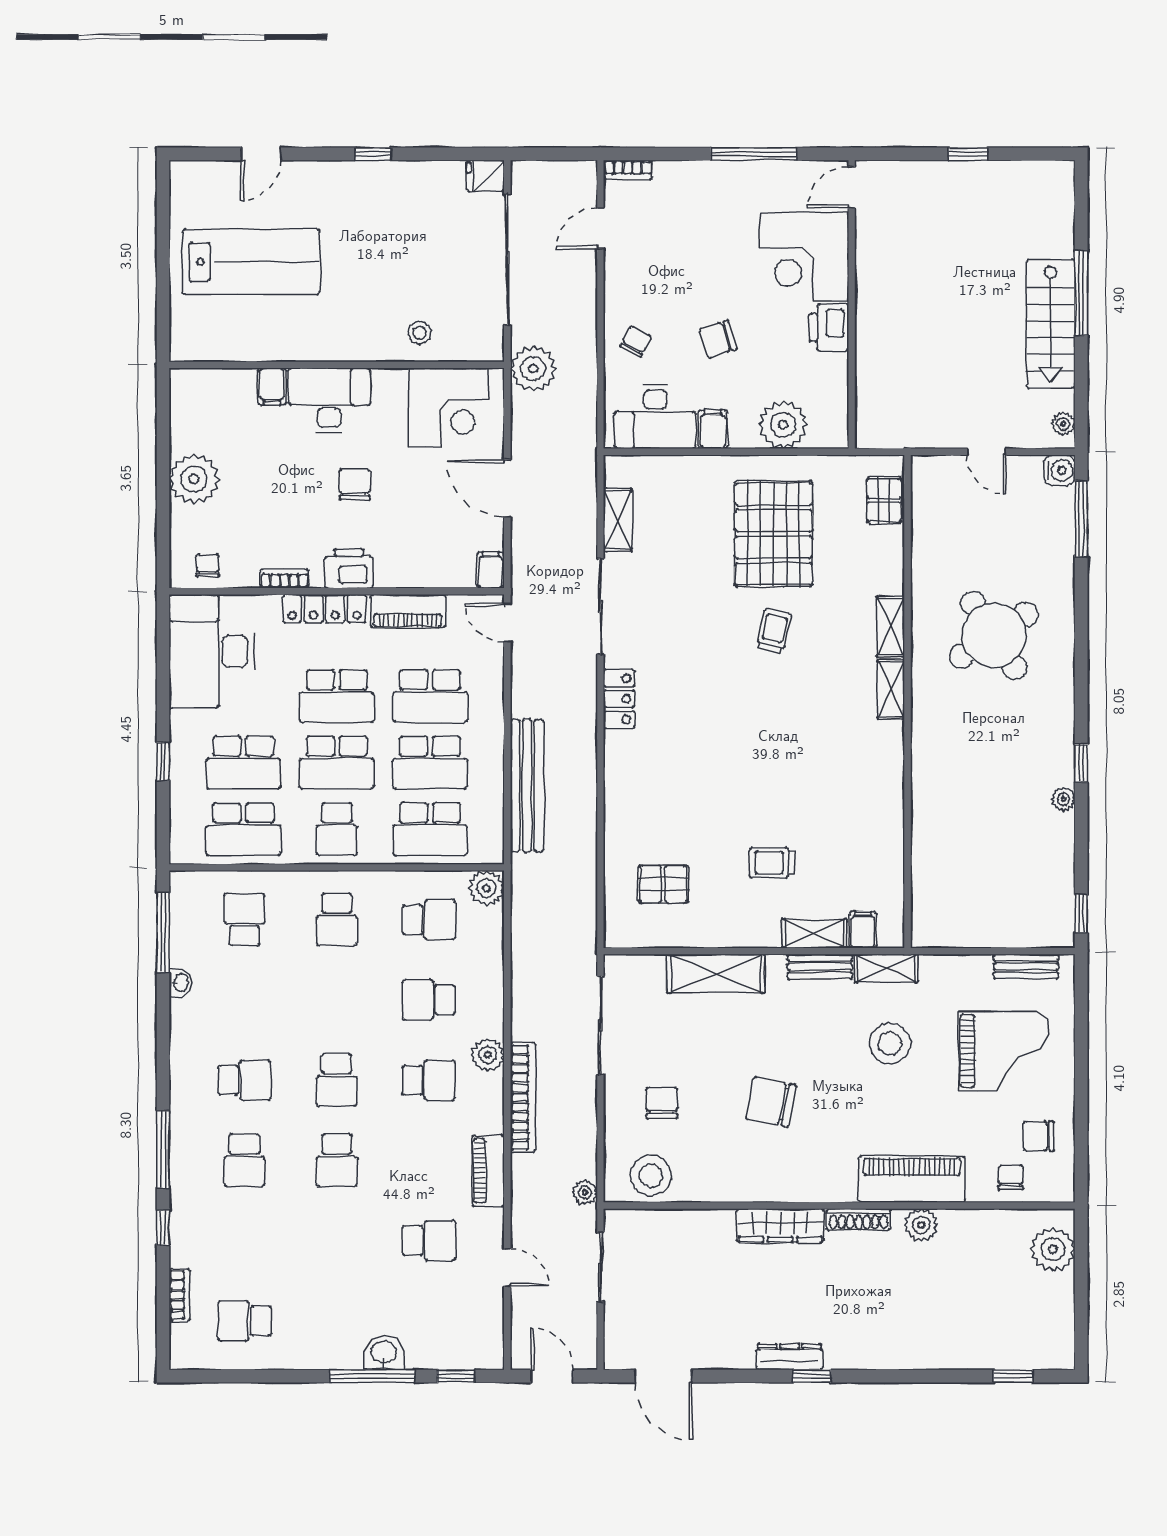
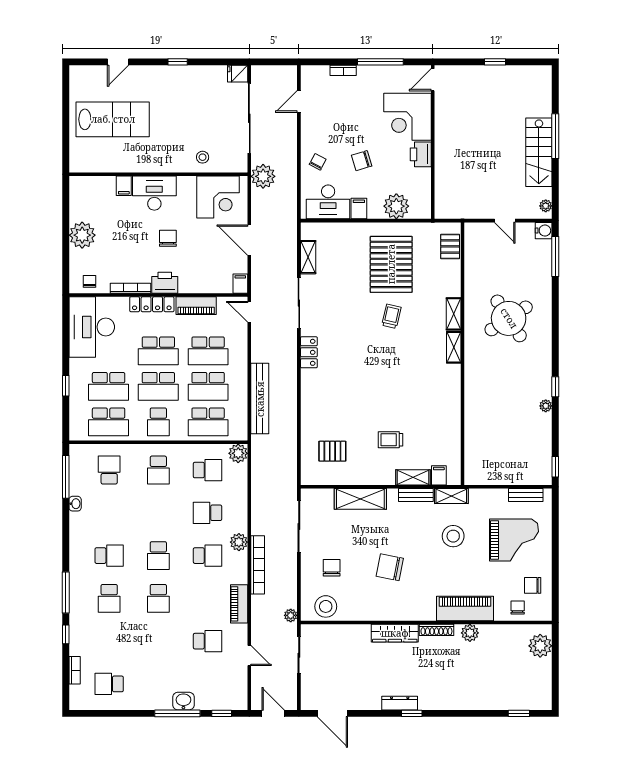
bookcase: (628, 170) -> (343, 70), moved
bookcase: (284, 579) -> (130, 288), width x1.56

